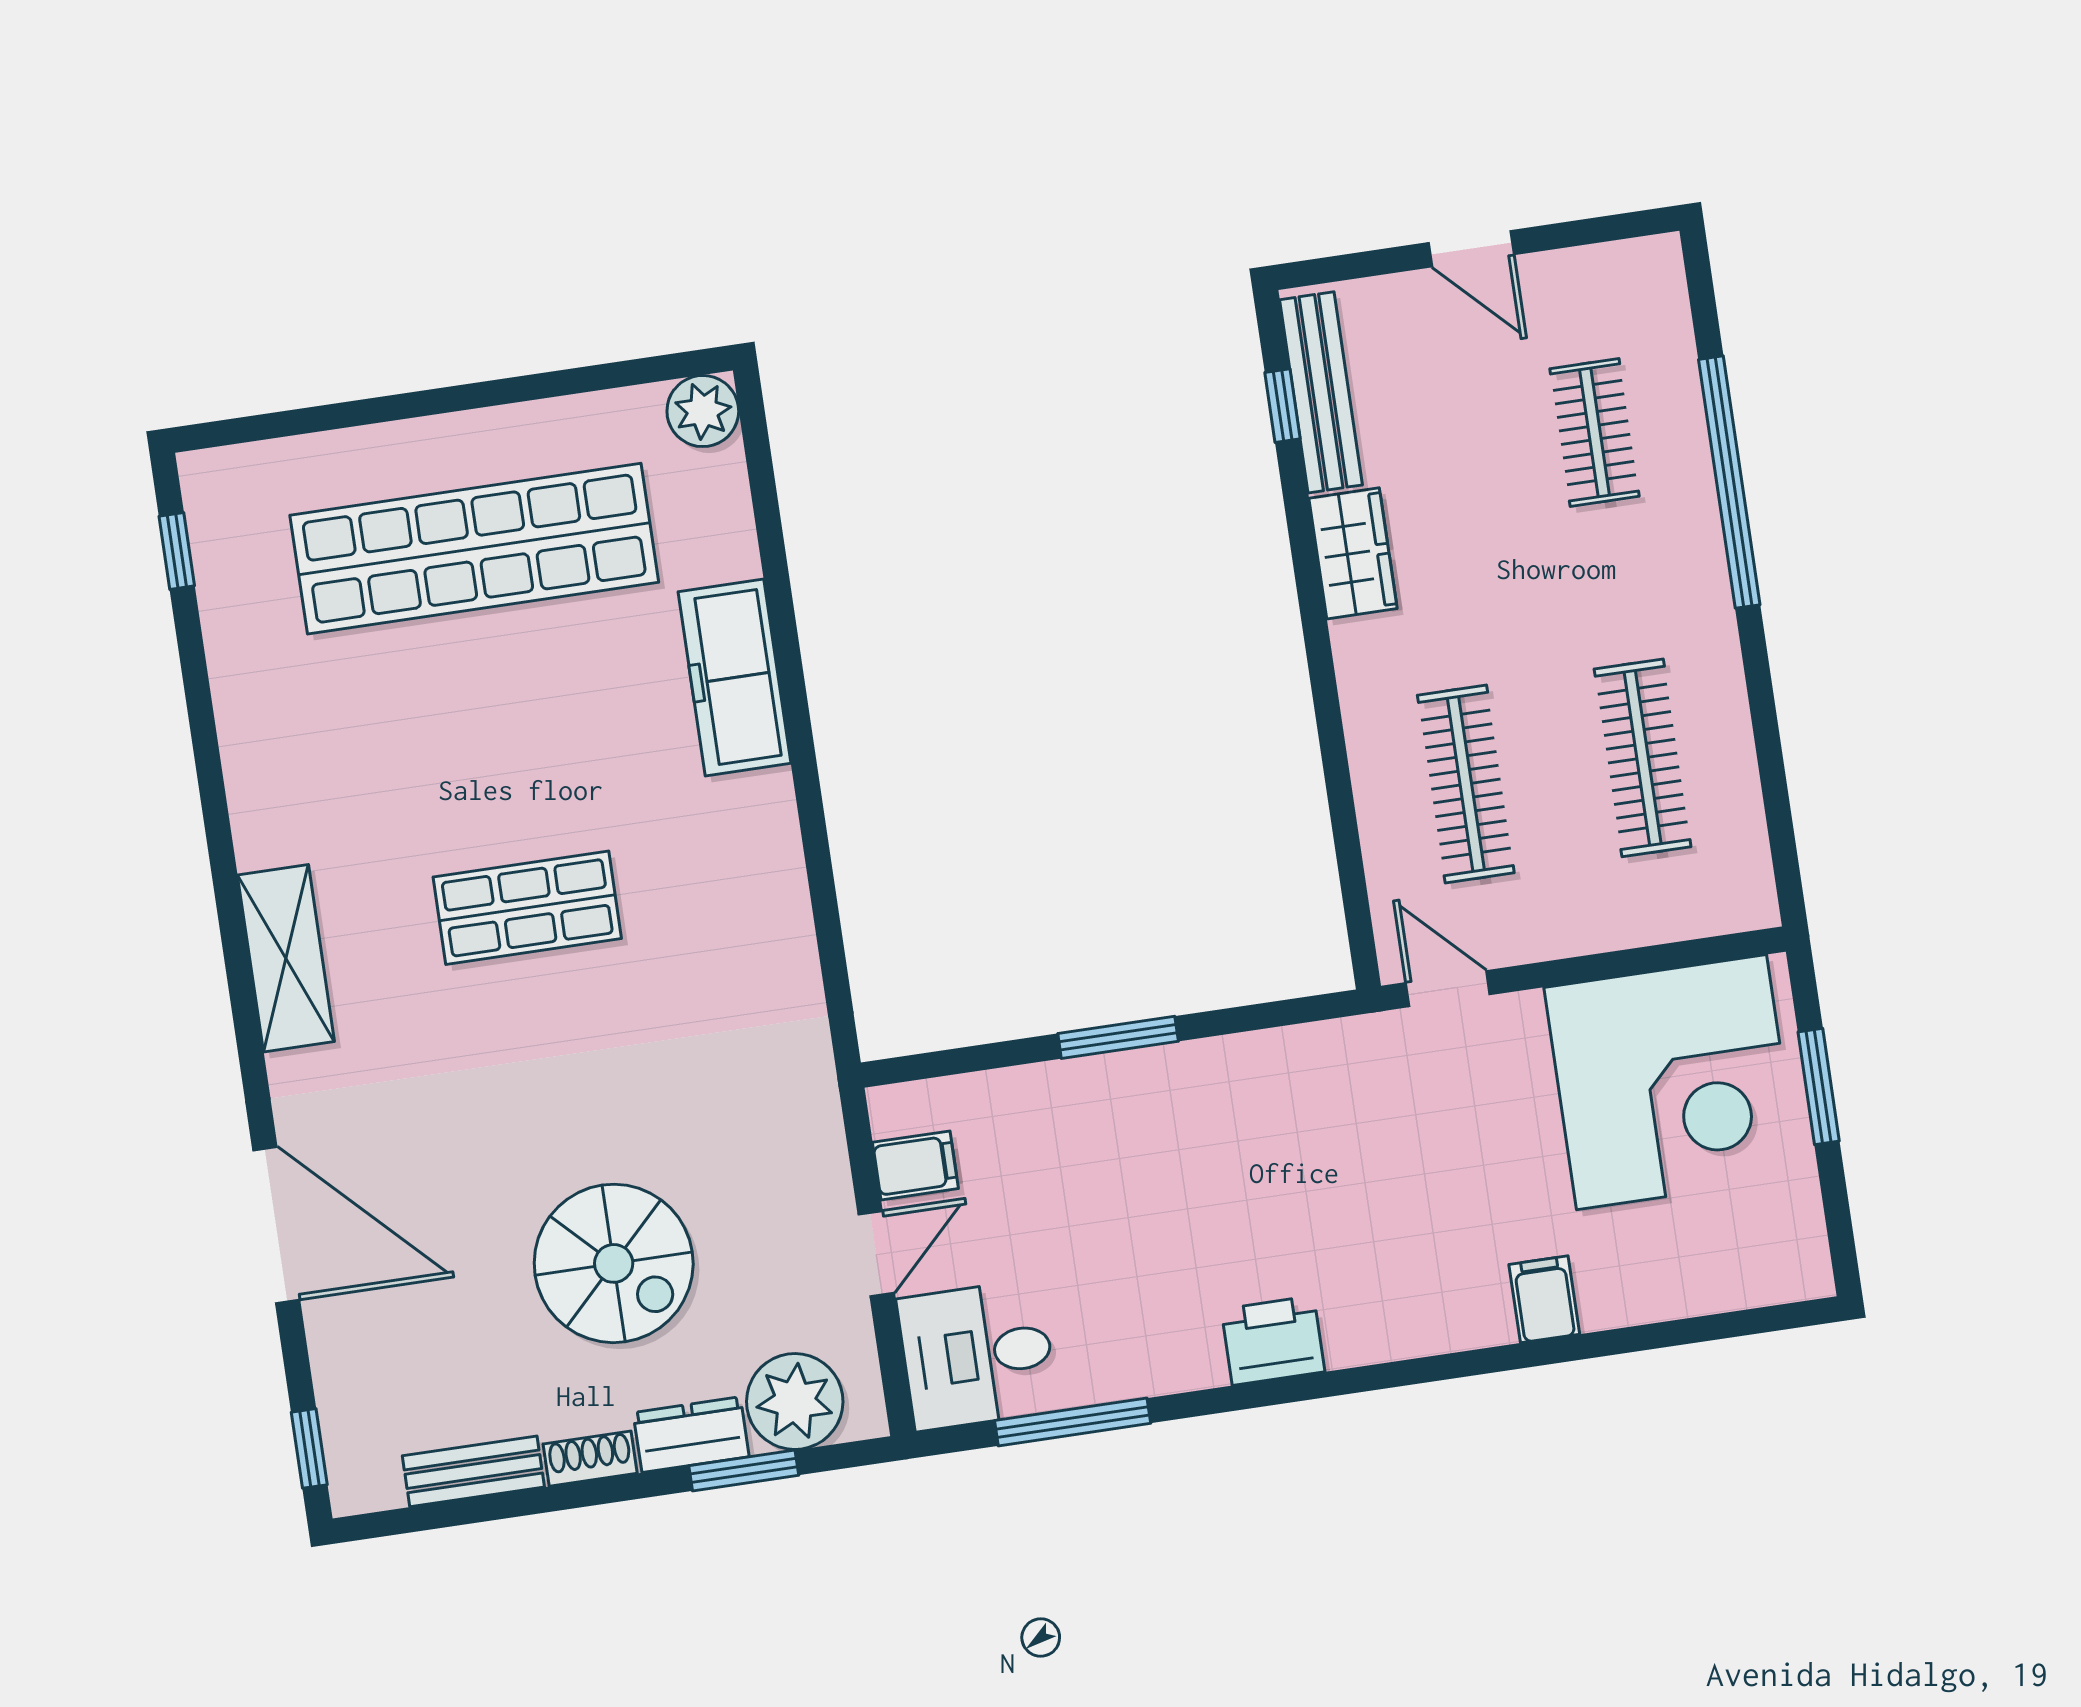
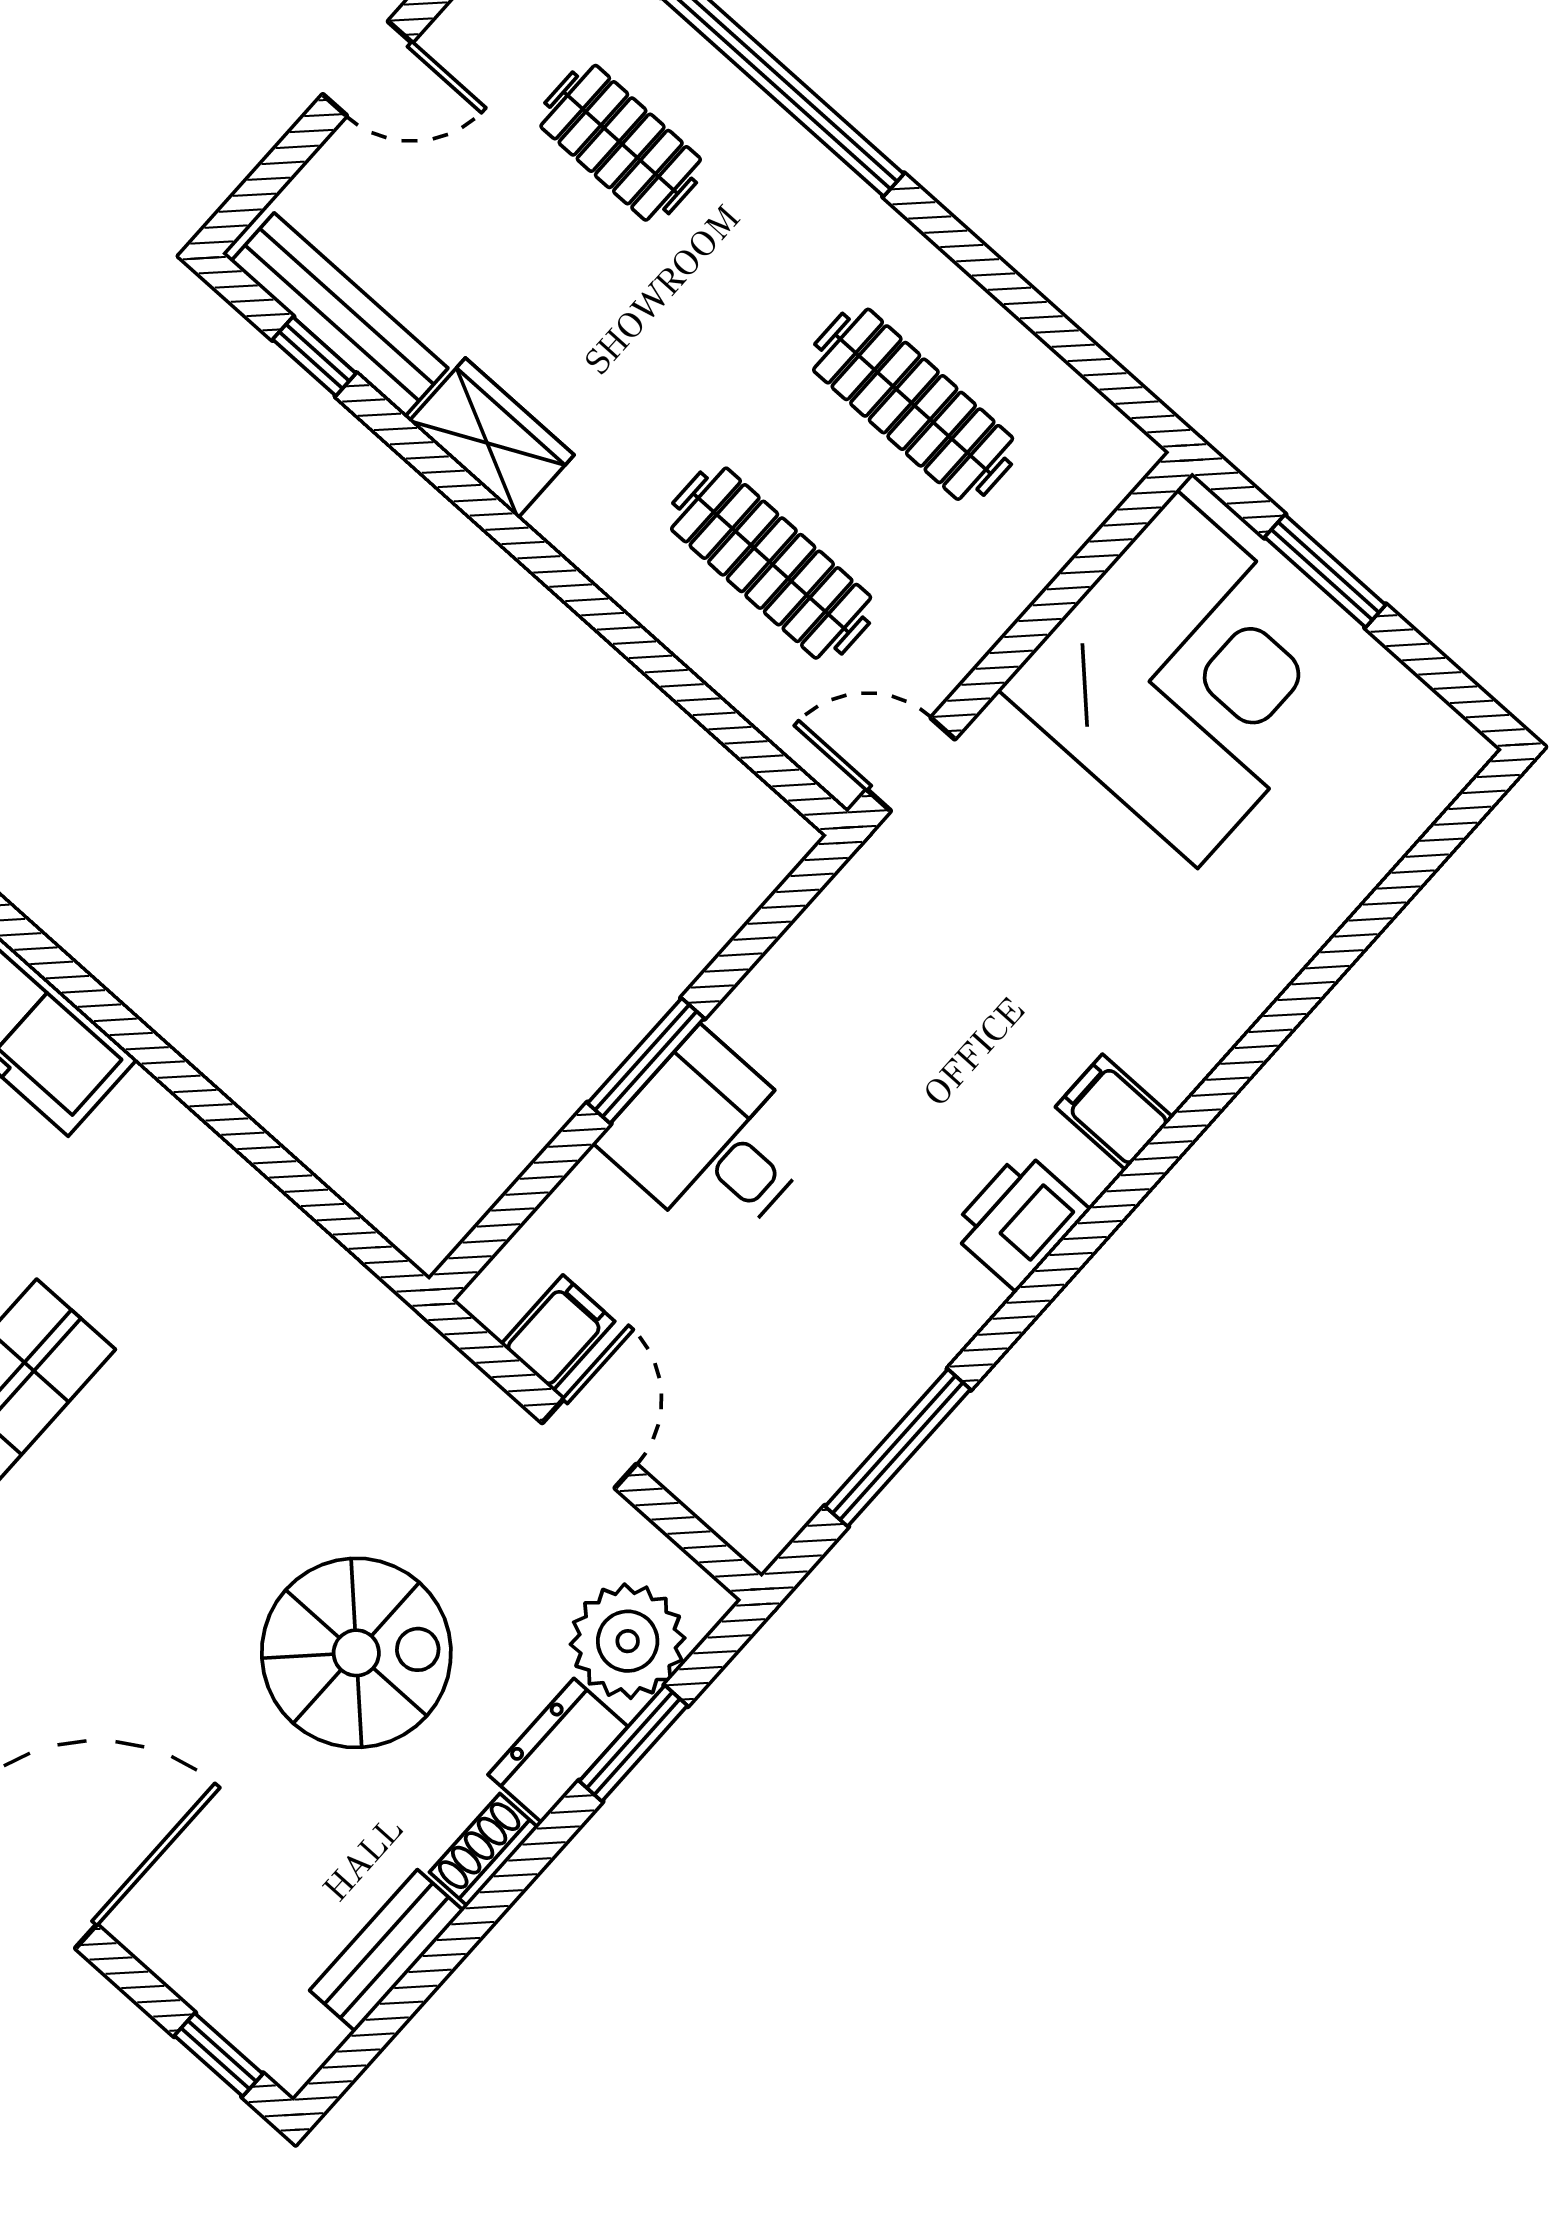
filing cabinet: (1544, 1299) -> (1114, 1112), moved
desk: (977, 1355) -> (711, 1141), moved, turned 90

